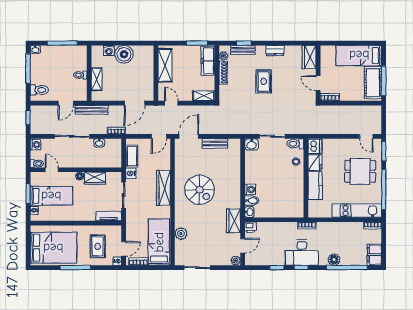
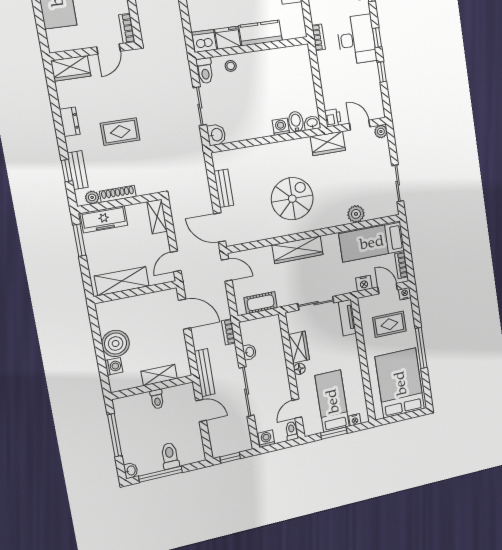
toilet: (39, 90) -> (170, 456), moved
nightstand: (131, 173) -> (364, 283), moved

